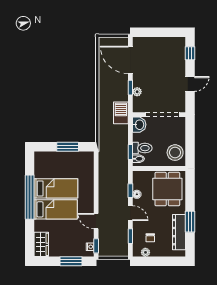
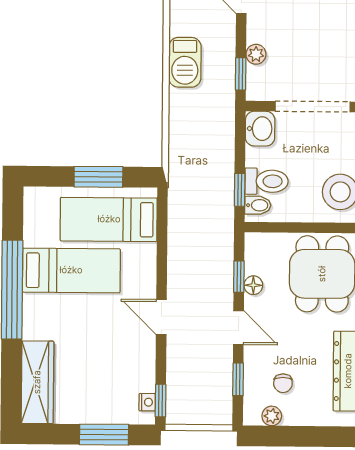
window: (130, 88) -> (241, 74), moved
barbecue: (121, 113) -> (185, 62), moved, turned 180
bed: (56, 209) -> (109, 219), moved, turned 180
door: (96, 221) -> (161, 317), moved
wardrobe: (41, 244) -> (37, 382), width x1.50

